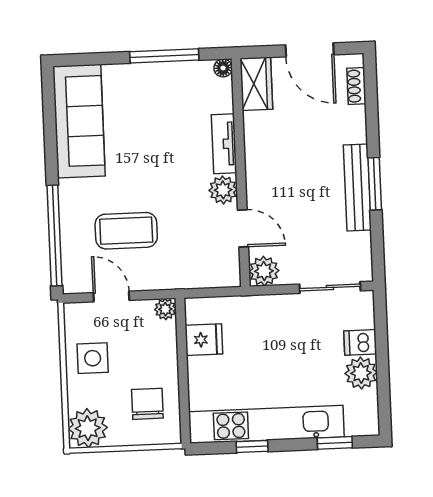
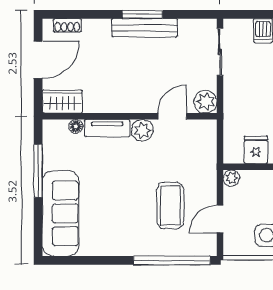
floor lamp: (223, 68) -> (76, 126), moved
sofa: (79, 121) -> (61, 213), moved, turned 90

